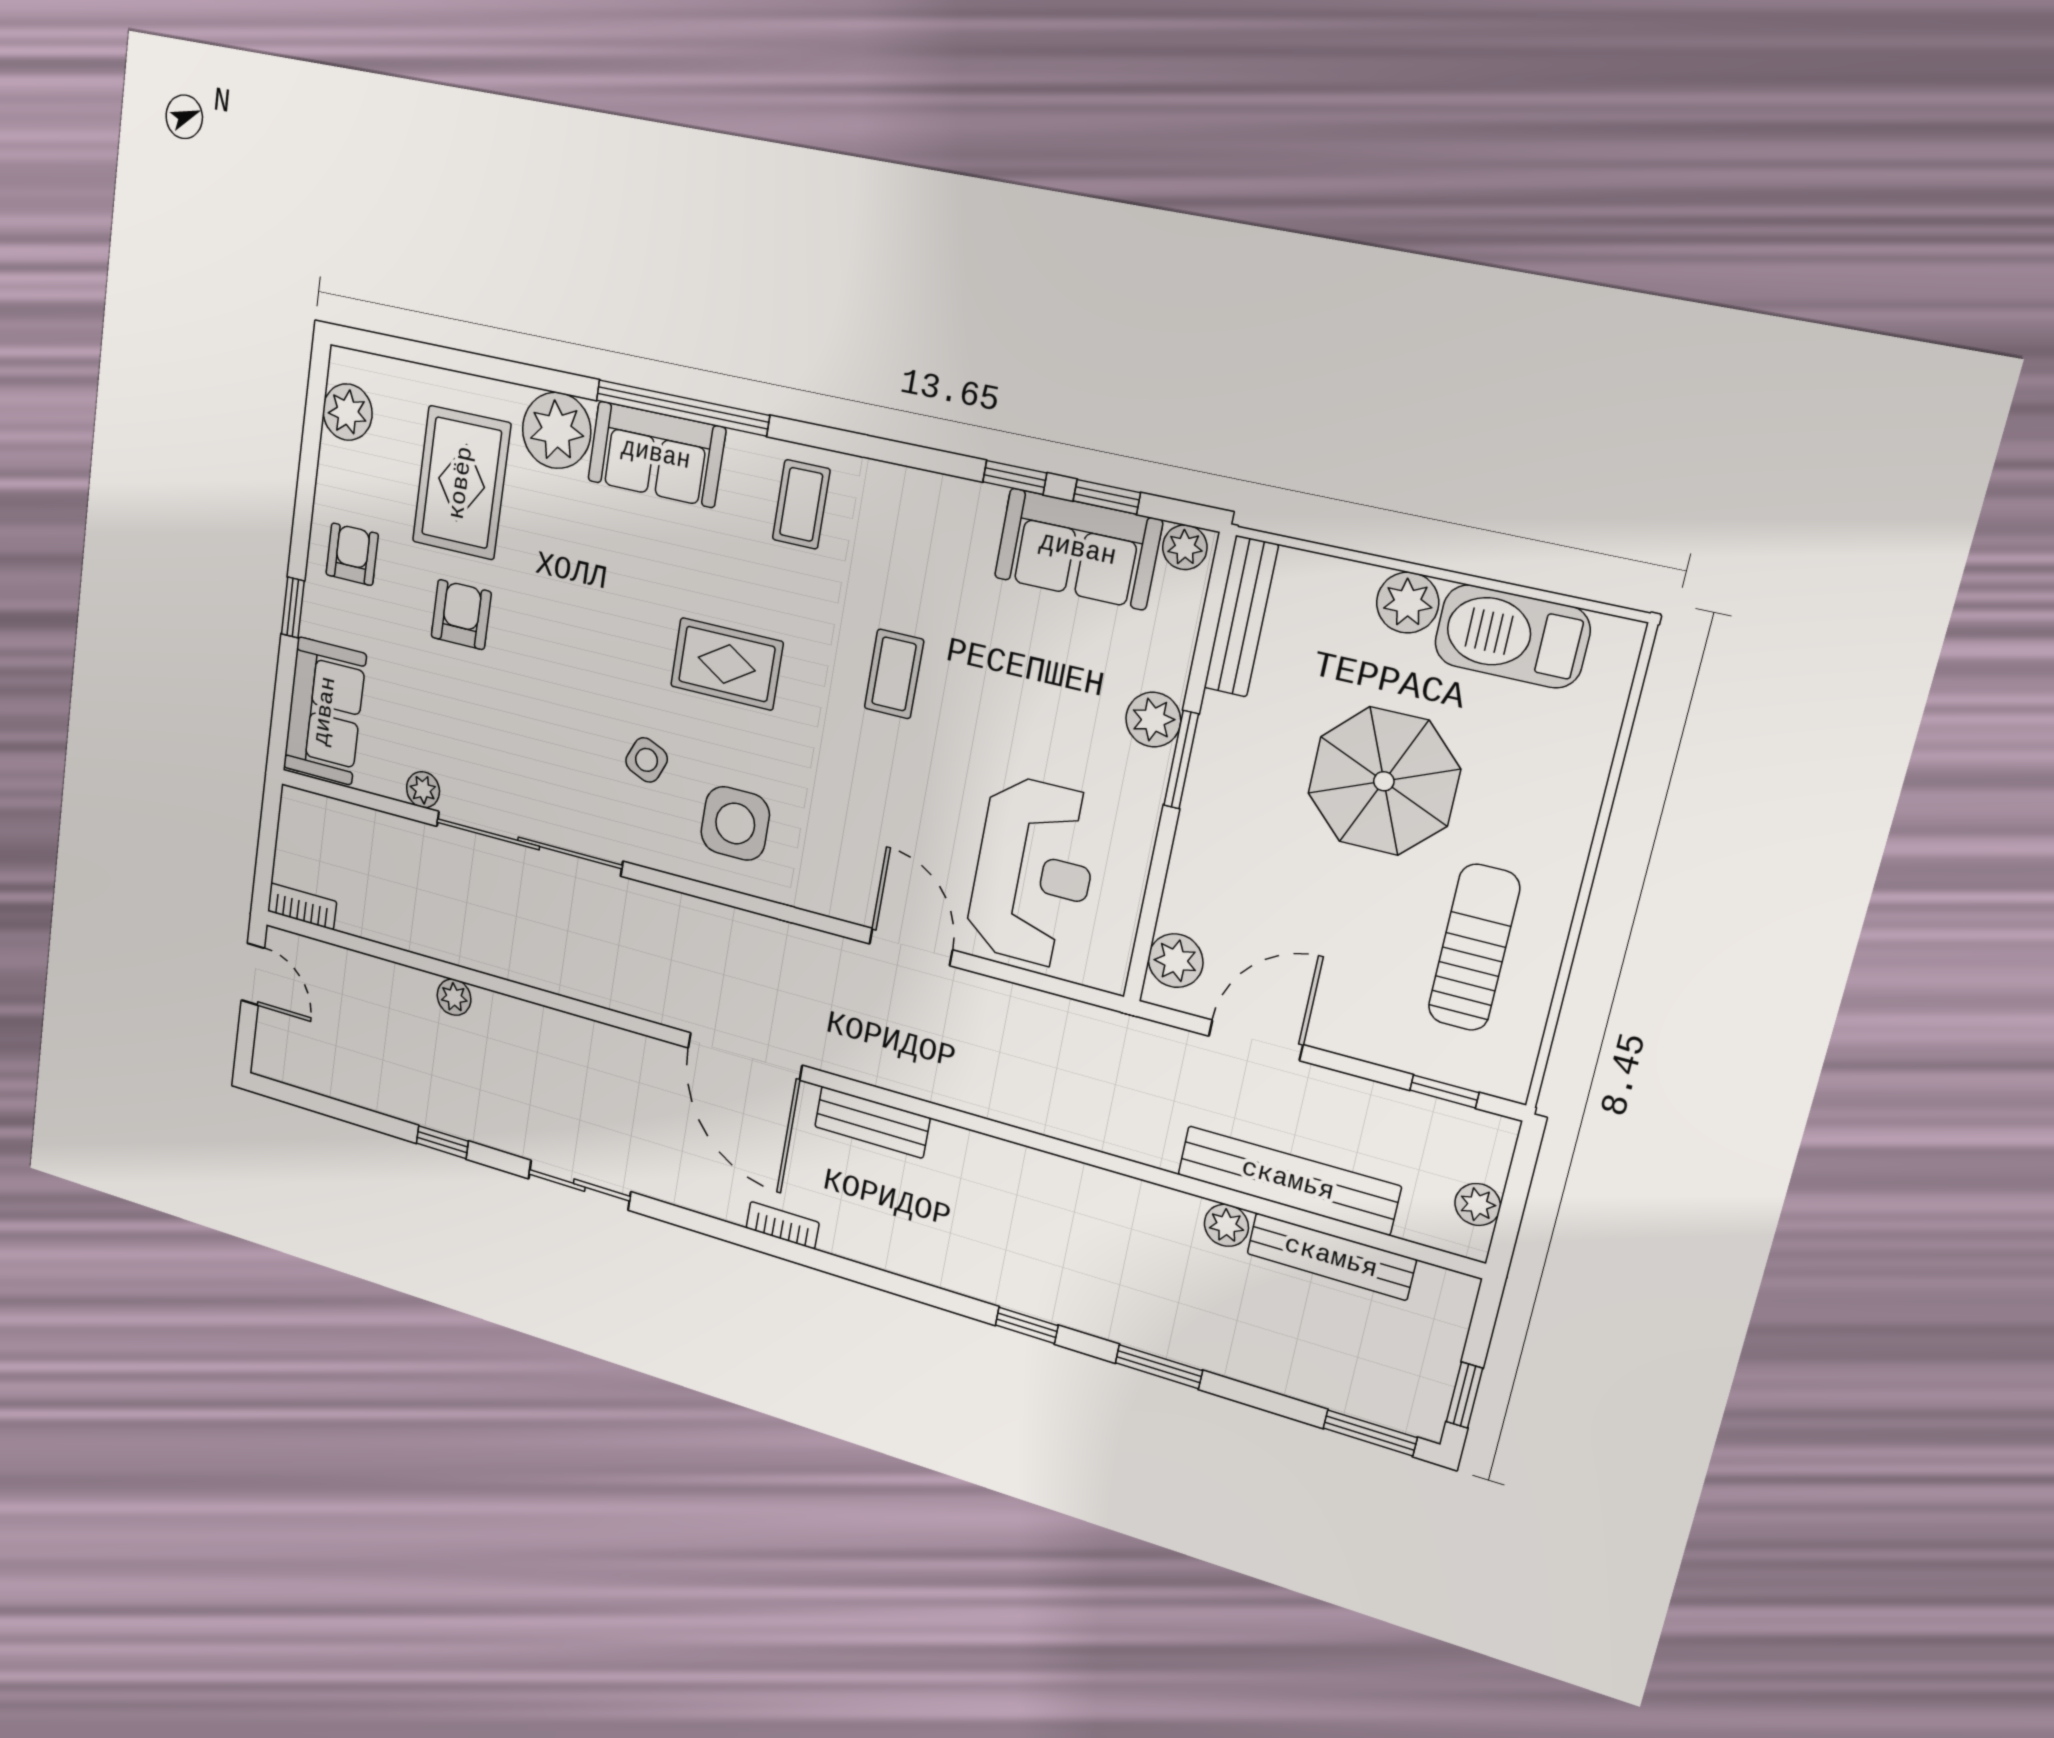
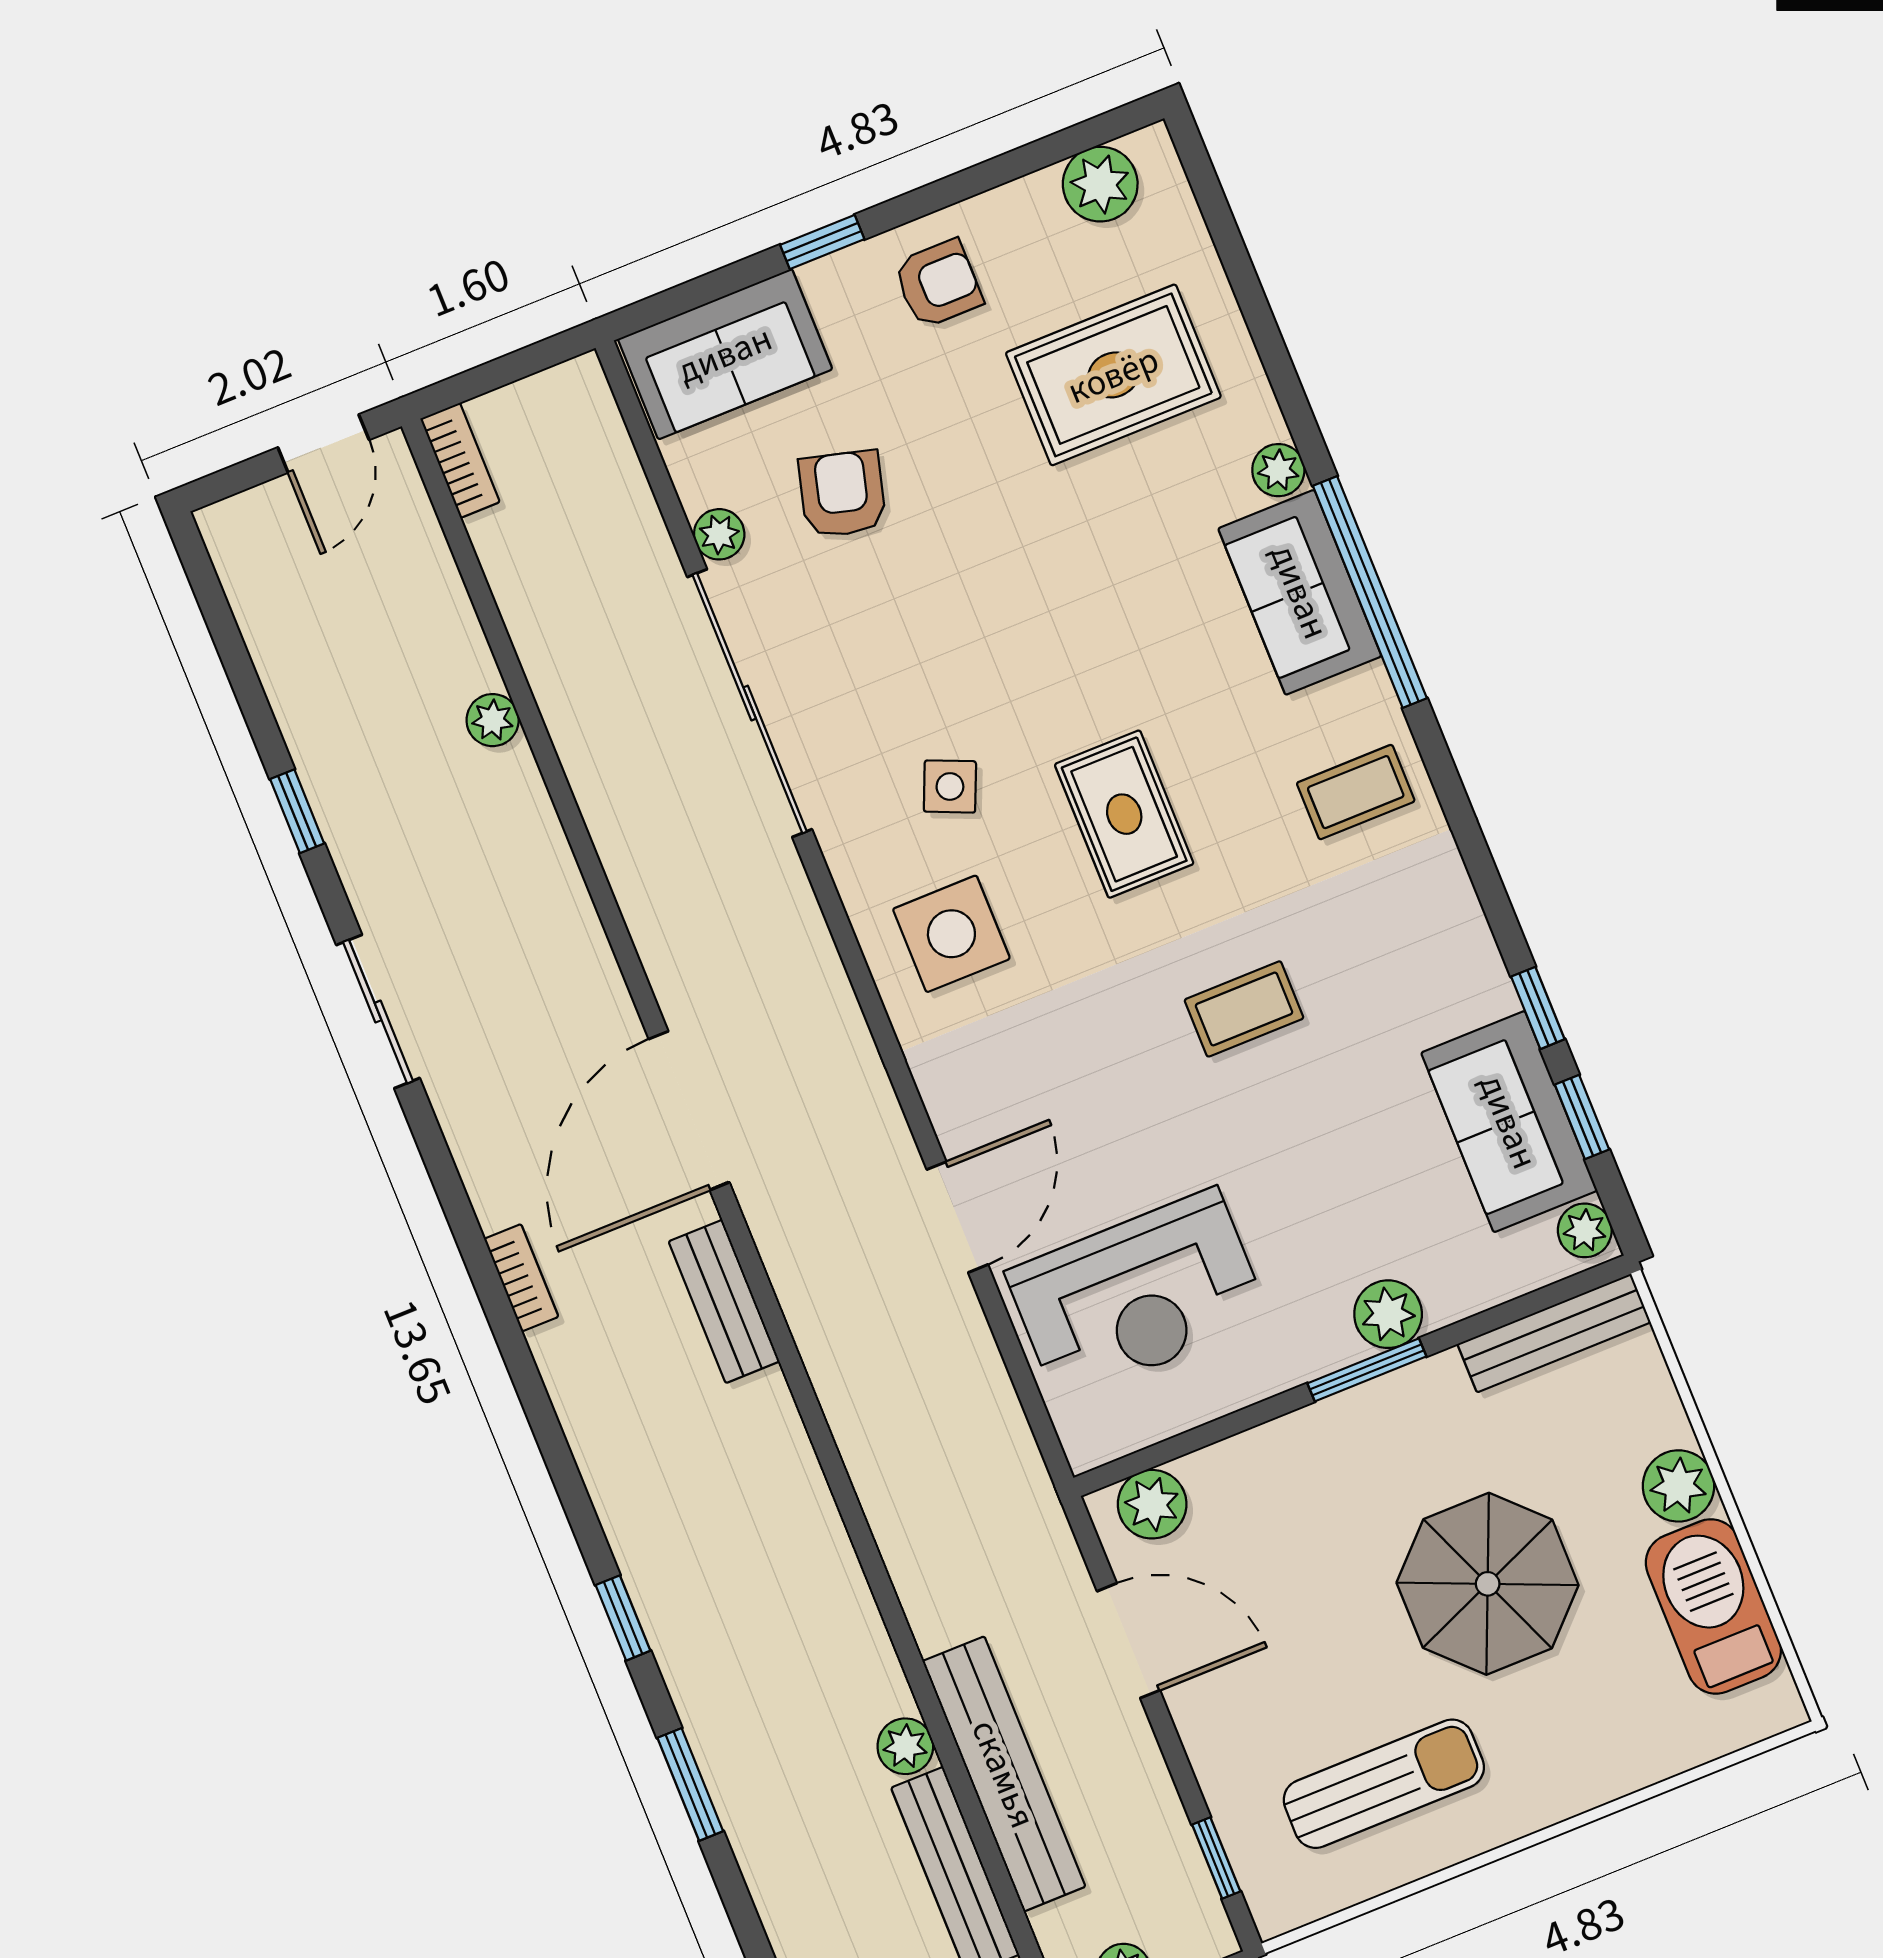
plant: (557, 430) -> (1278, 470), width x0.53, depth x0.53
armchair: (461, 615) -> (842, 494), moved, turned -75

